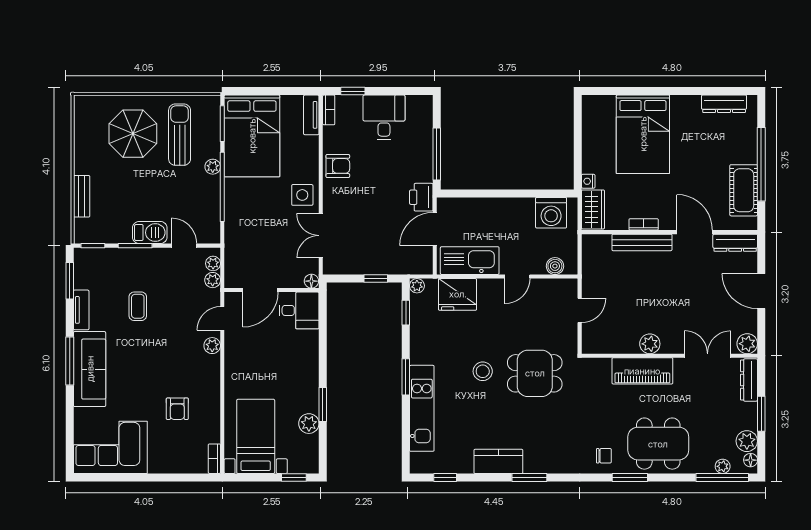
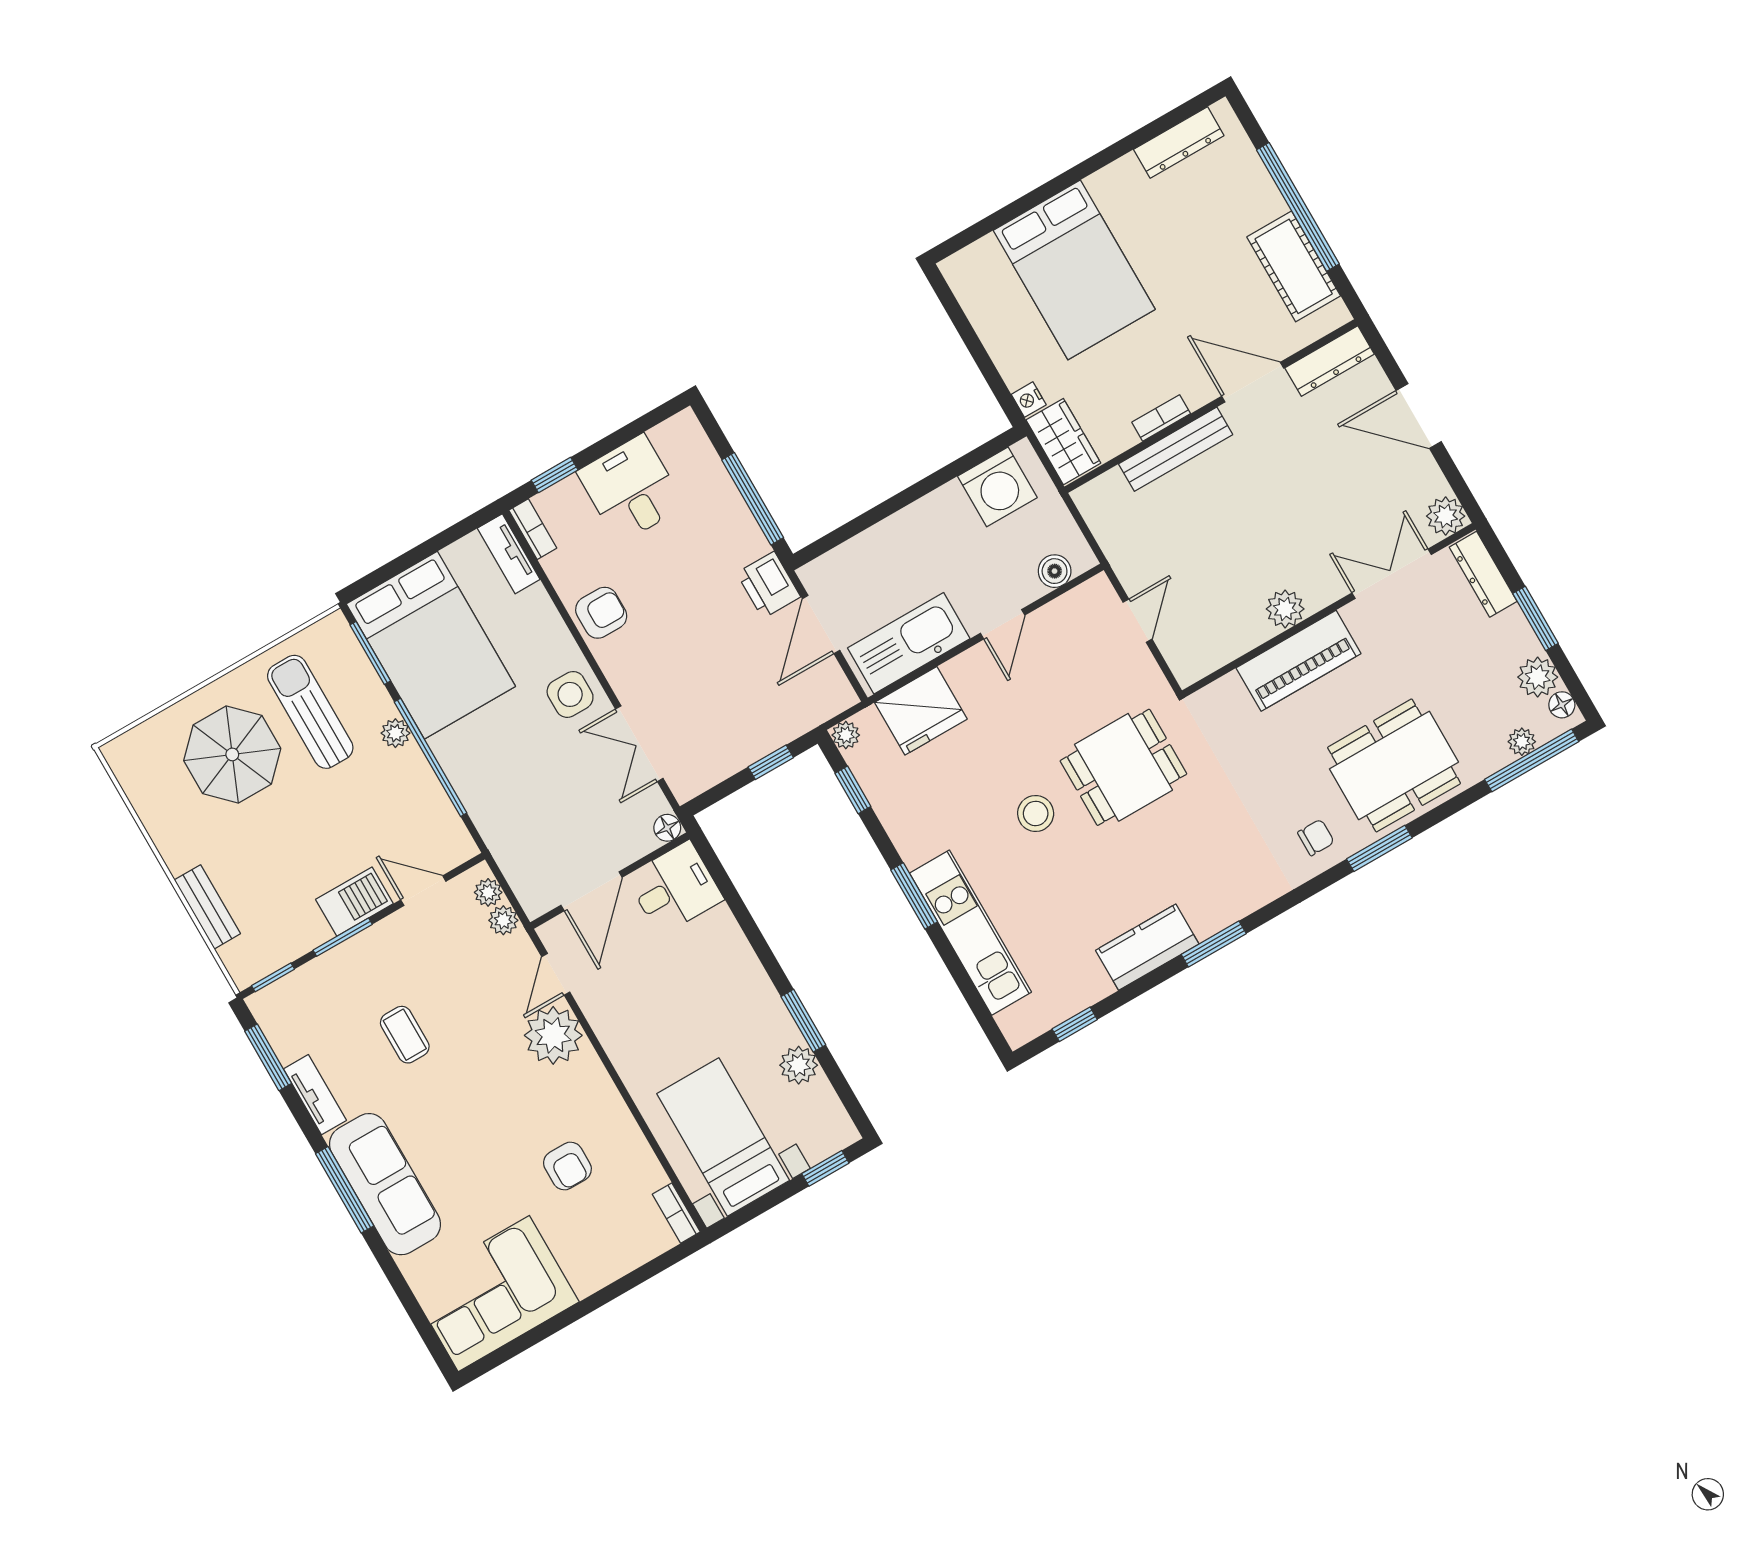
plant: (212, 346) -> (553, 1035), width x1.88, depth x1.88

